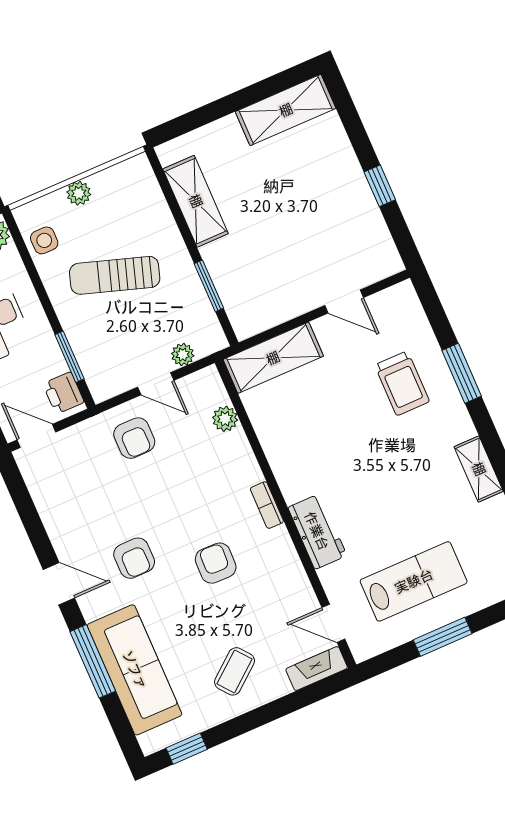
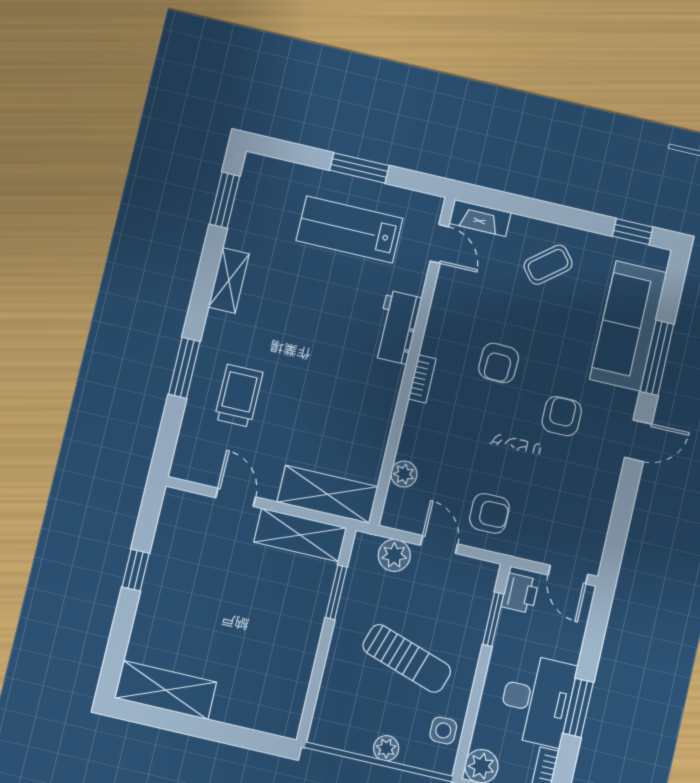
shelving: (196, 201) -> (300, 535), moved, turned 90
plant: (183, 355) -> (394, 555), width x1.38, depth x1.38
armchair: (134, 438) -> (489, 513), turned 90
door: (59, 584) -> (638, 441), swing flipped

